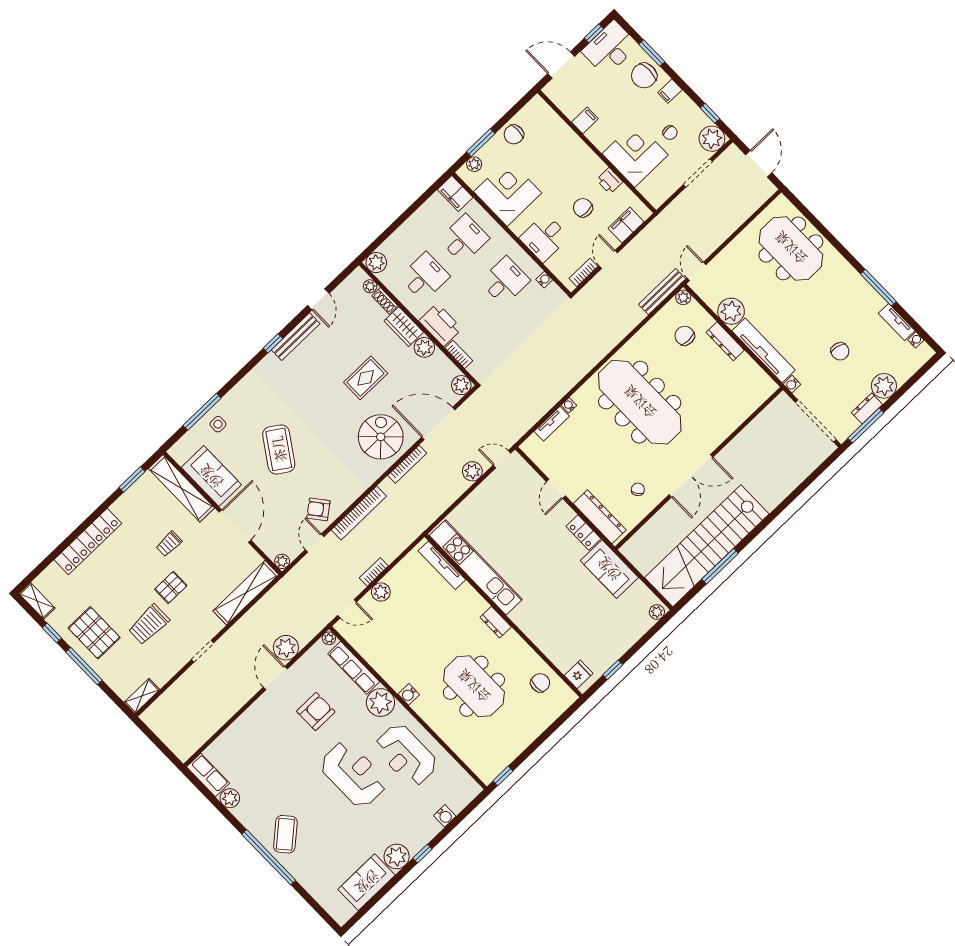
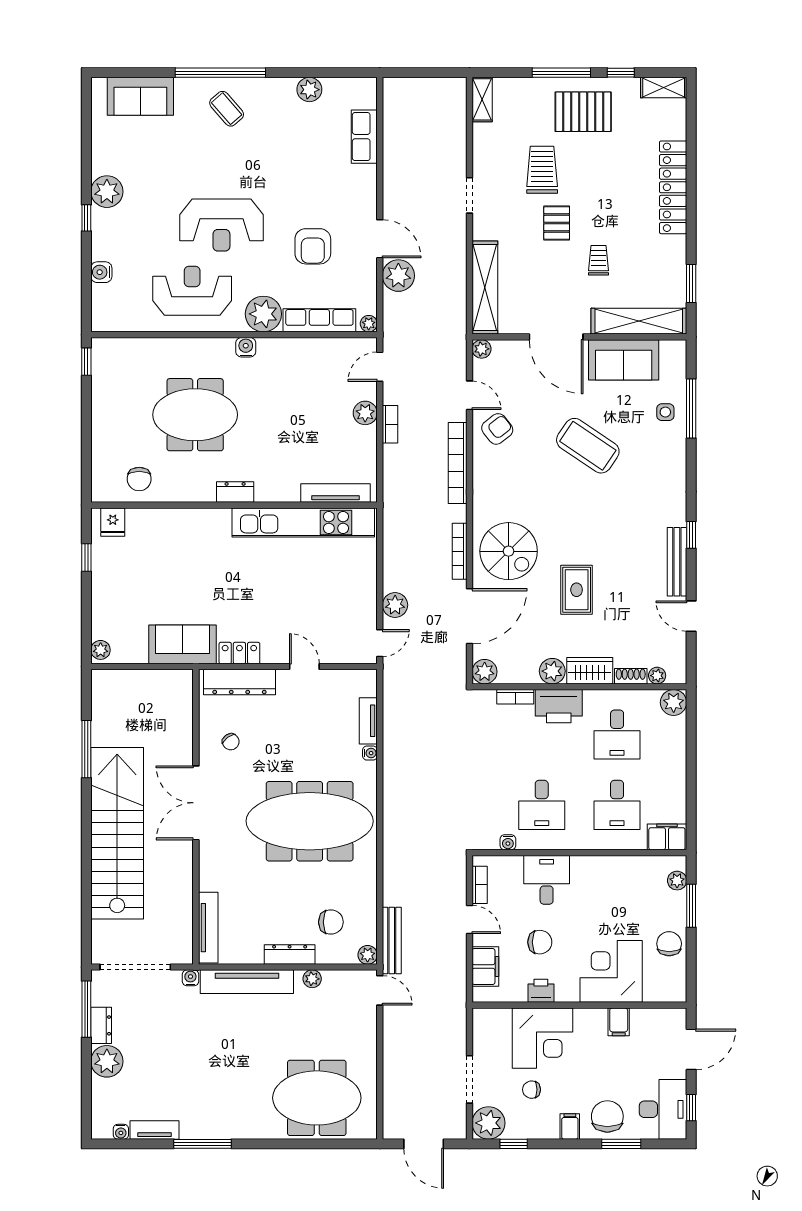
corner desk: (508, 192) -> (611, 971), moved, turned 180
plant: (731, 311) -> (312, 979), width x0.53, depth x0.53
chair: (840, 351) -> (178, 1052), removed
tv unit: (754, 401) -> (208, 928), added
stairs: (707, 546) -> (117, 833), moved
row of seats: (208, 775) -> (364, 137), moved, turned 90
coffee table: (285, 834) -> (227, 109), width x0.73, depth x0.77
sofa: (367, 882) -> (140, 96), moved, turned 90

